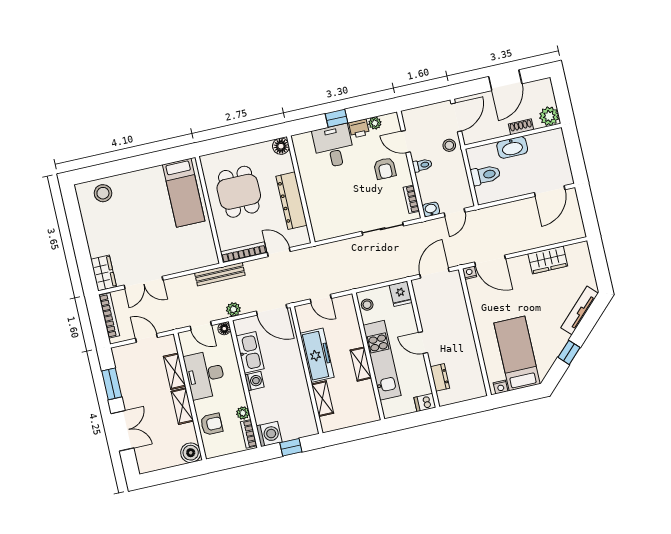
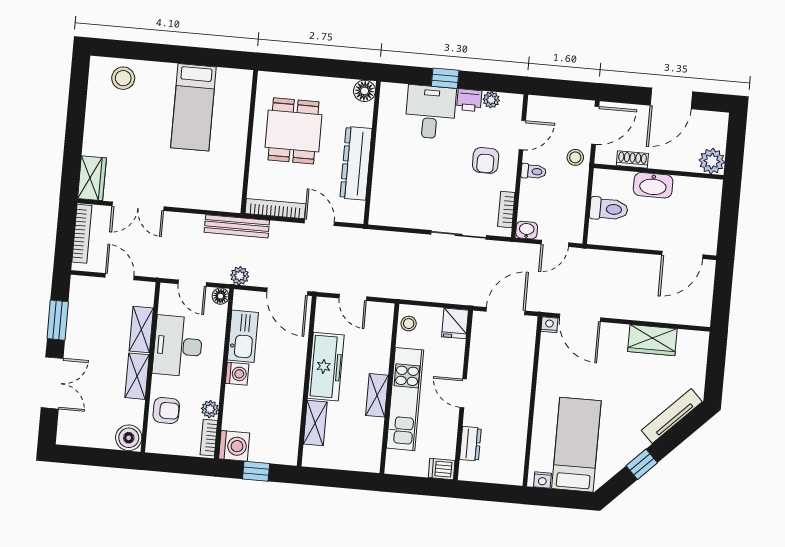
shoe rack: (521, 127) -> (632, 160), moved
door: (406, 142) -> (522, 135), swing flipped
bed: (184, 193) -> (193, 107), moved

